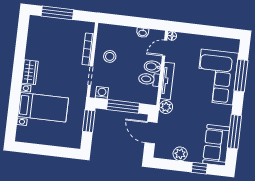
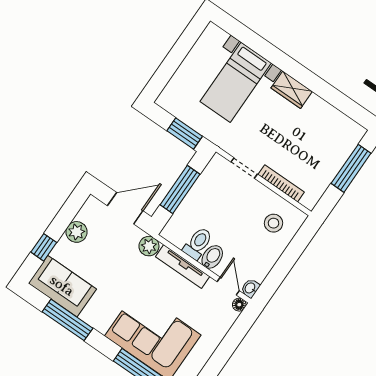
washbasin: (143, 33) -> (250, 288), moved
stool: (110, 56) -> (274, 223), moved
washing machine: (102, 93) -> (213, 171), removed

